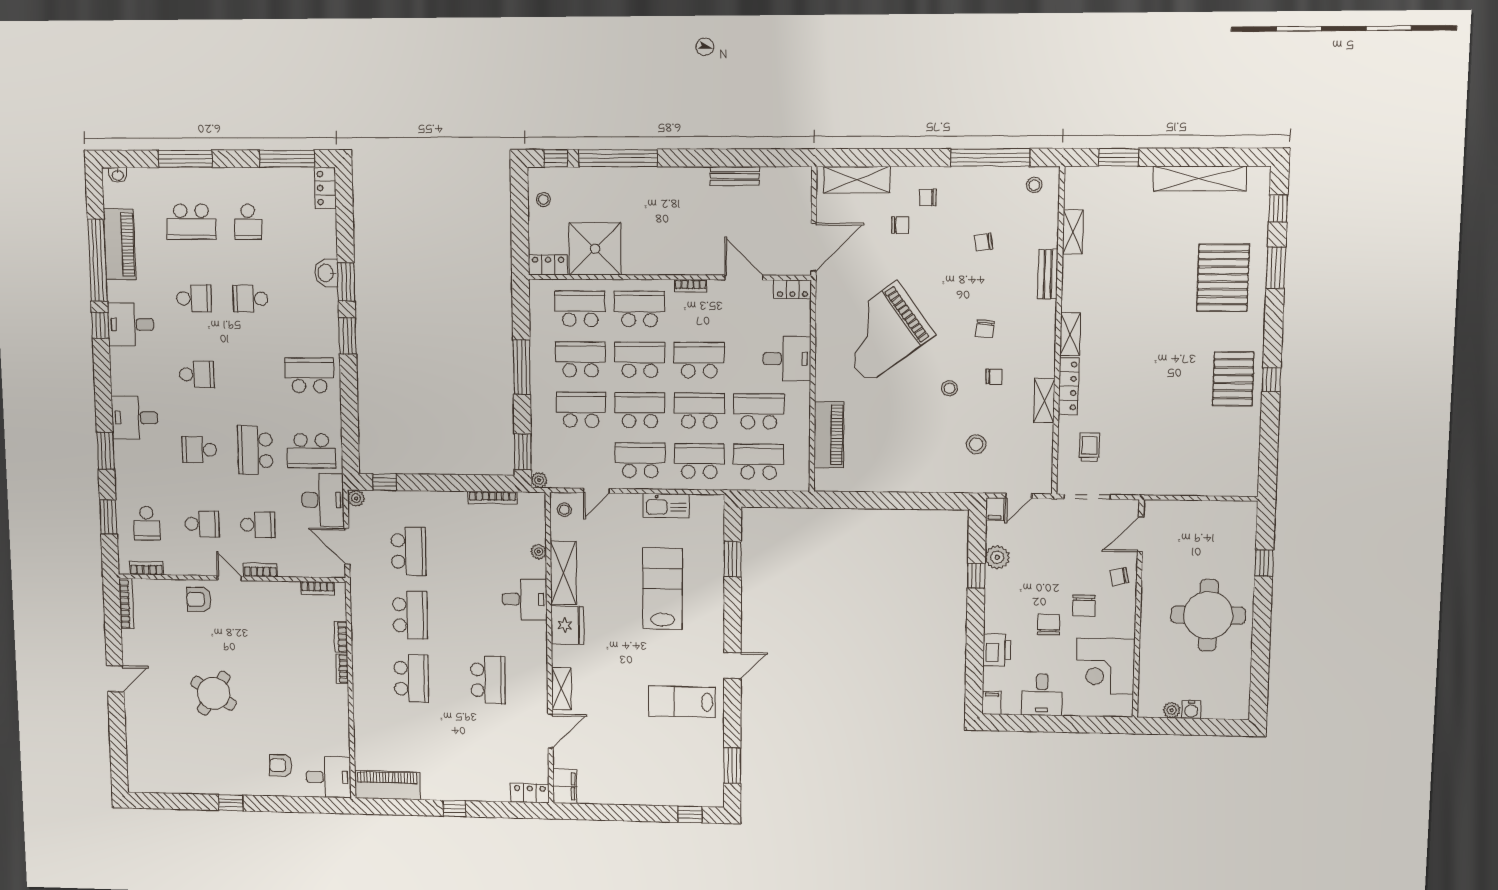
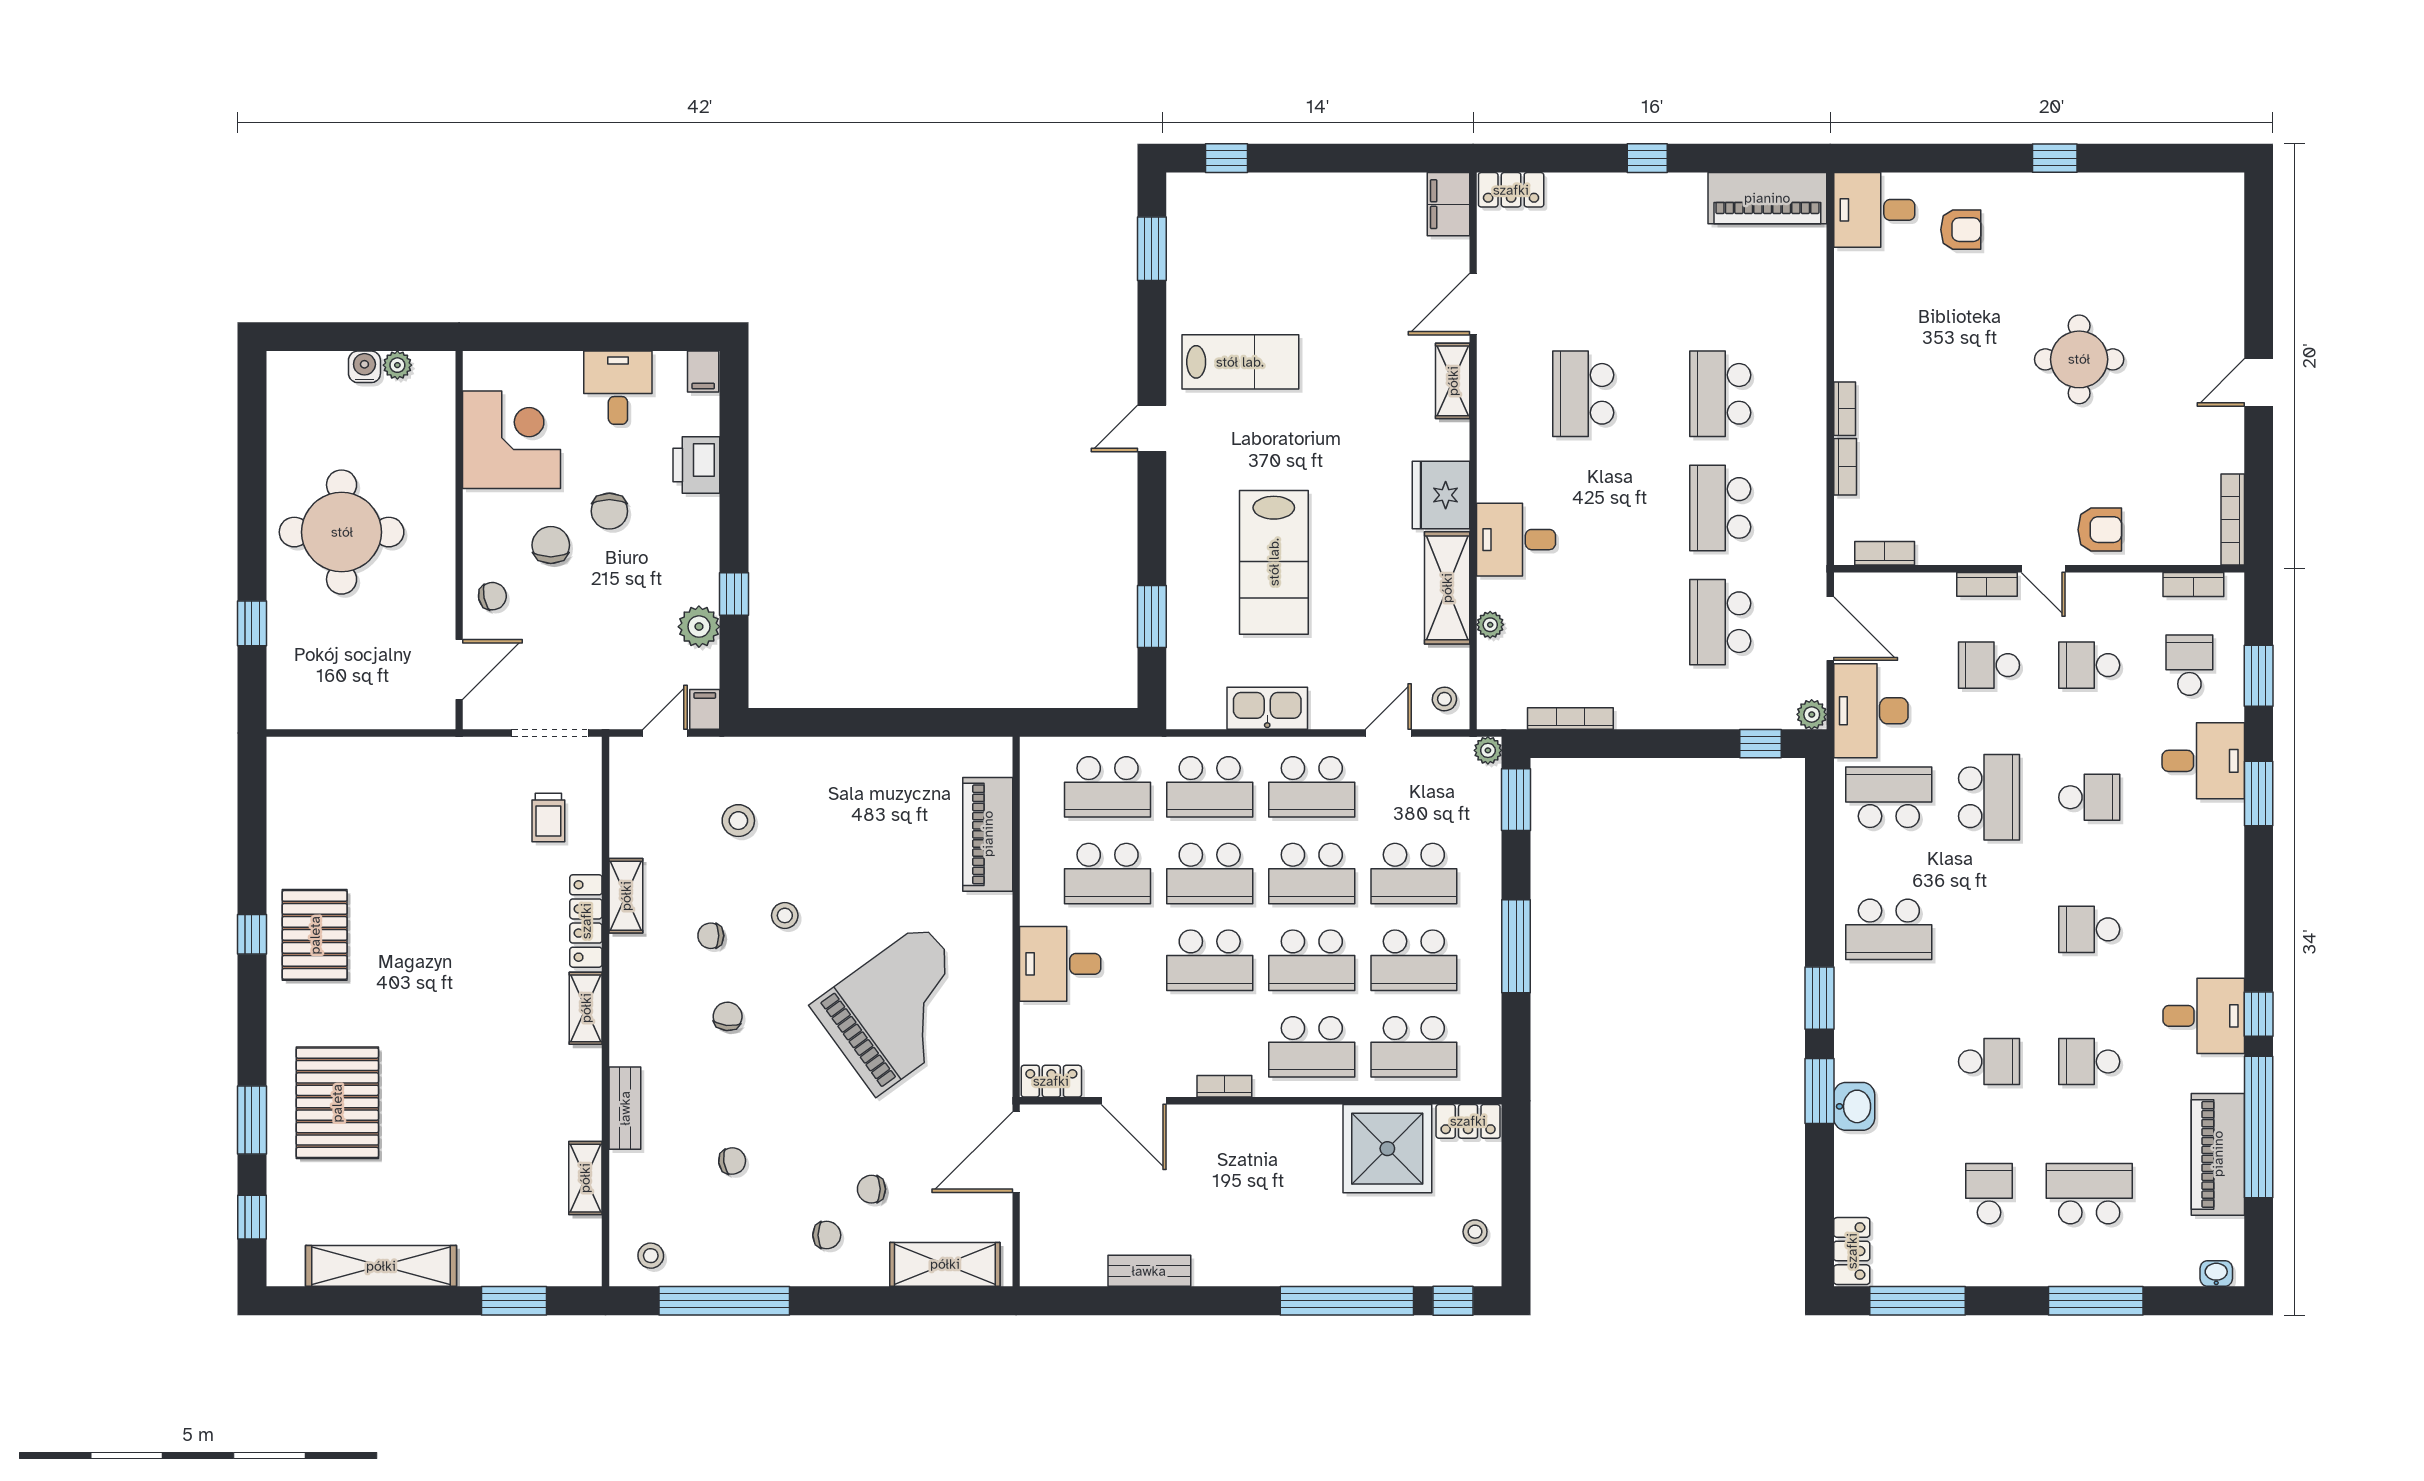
desk: (135, 418) -> (2203, 761), moved
round table: (214, 693) -> (2079, 359), turned -33

